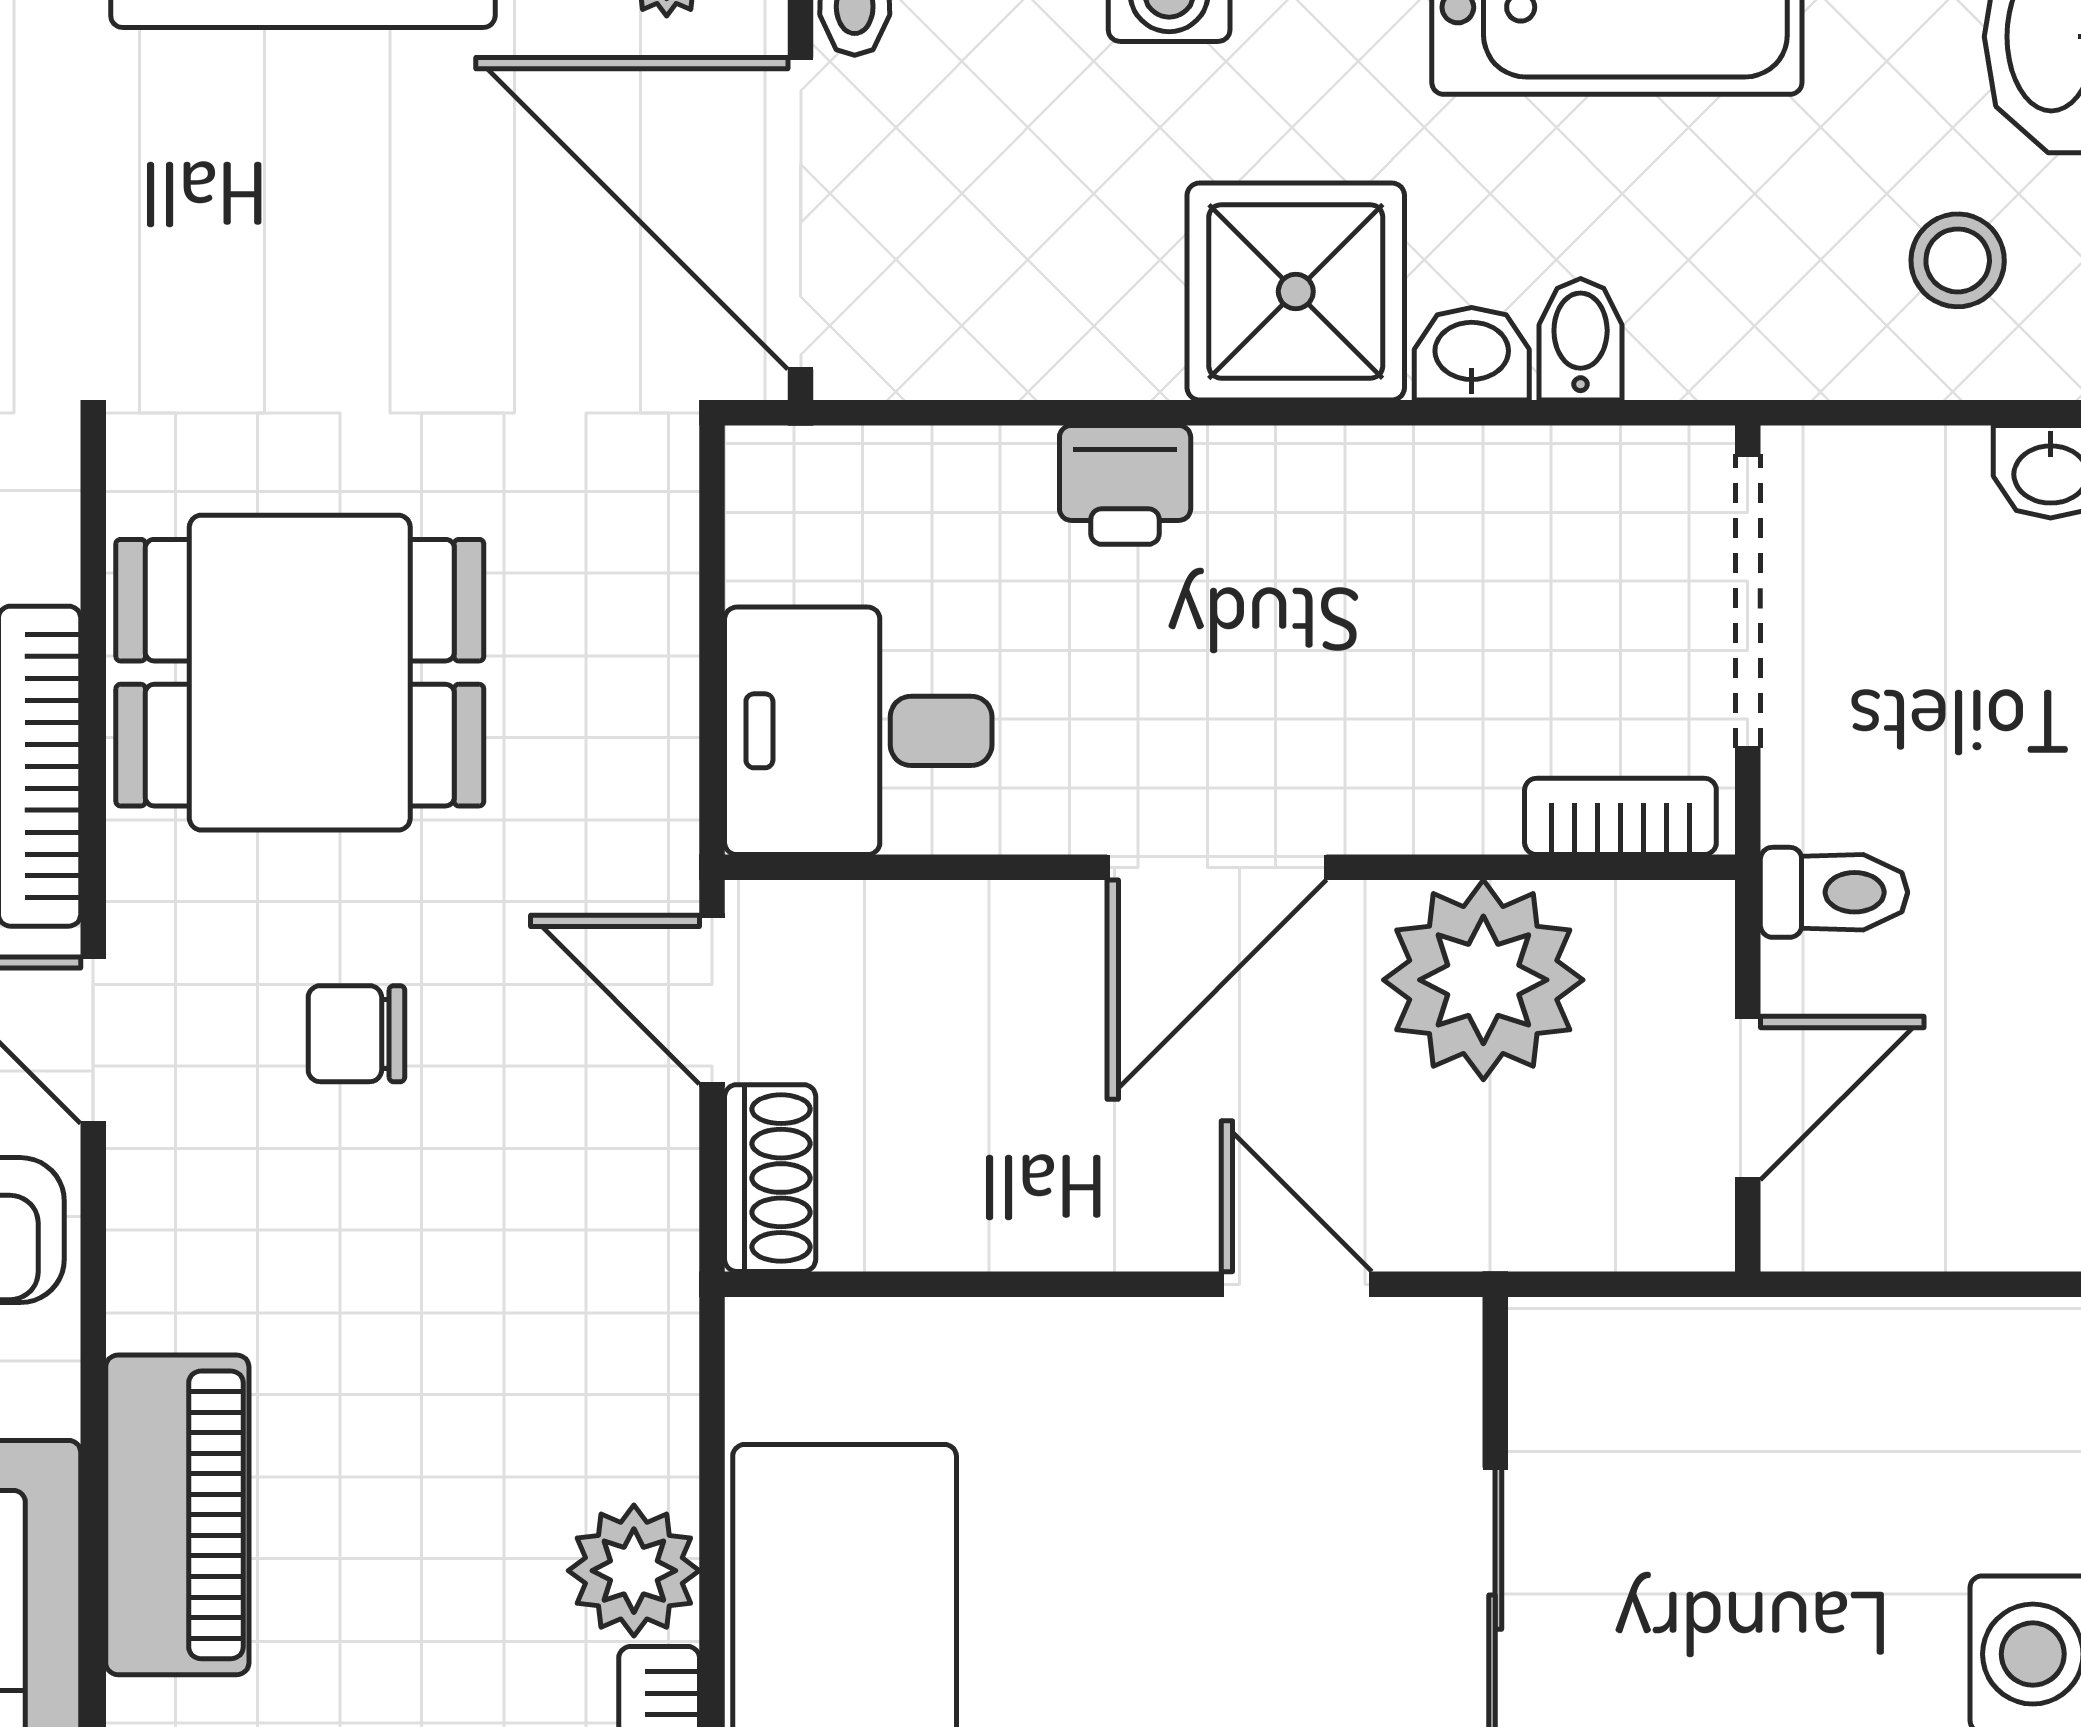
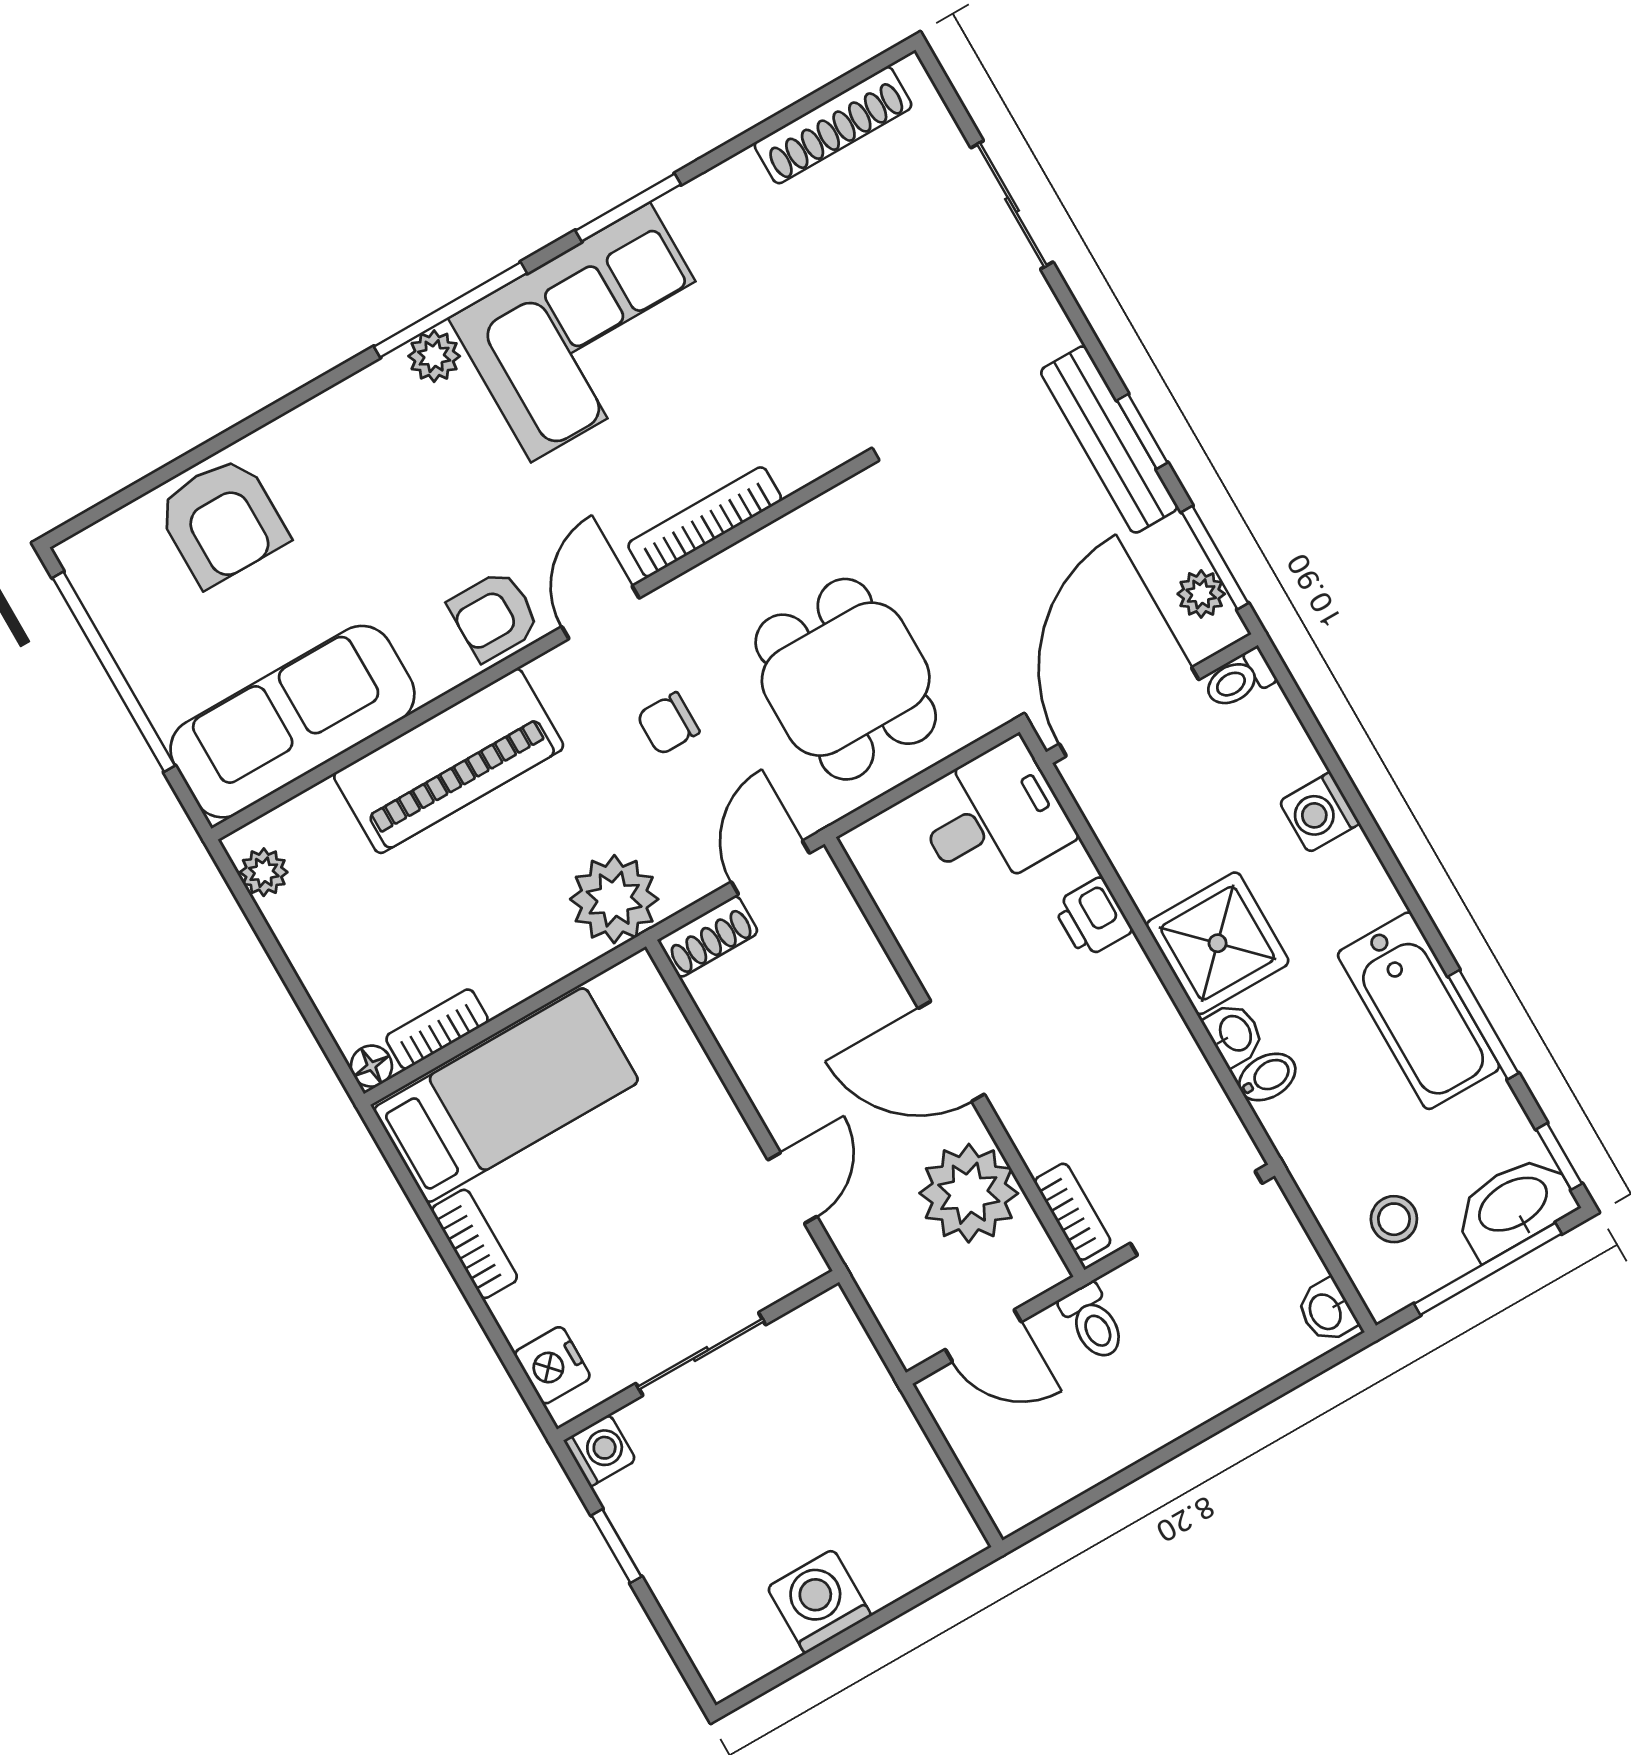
dining table: (300, 673) -> (846, 679), moved
desk: (858, 731) -> (993, 817), moved, turned 90
chair: (356, 1034) -> (668, 724), turned -90
piano: (177, 1515) -> (449, 761), width x1.37, depth x1.33
plant: (634, 1571) -> (614, 899), moved, width x1.36, depth x1.36

